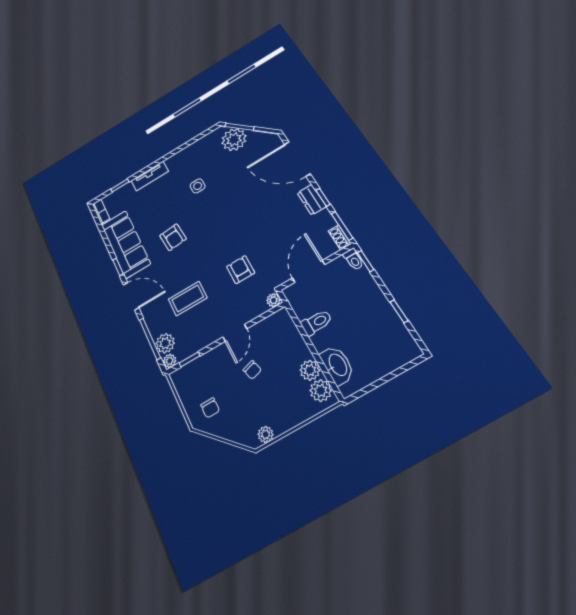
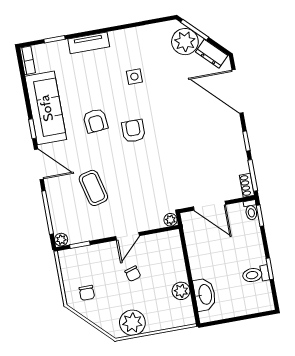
dresser: (312, 200) -> (212, 54), moved, turned -45
armchair: (241, 270) -> (133, 131), moved
door: (309, 271) -> (210, 206), swing flipped
coffee table: (188, 298) -> (93, 188), turned 76
toilet: (316, 322) -> (256, 274), moved, turned 180
plant: (165, 343) -> (61, 222), removed
plant: (321, 391) -> (184, 310), removed
plant: (266, 434) -> (132, 323), width x1.88, depth x1.88

